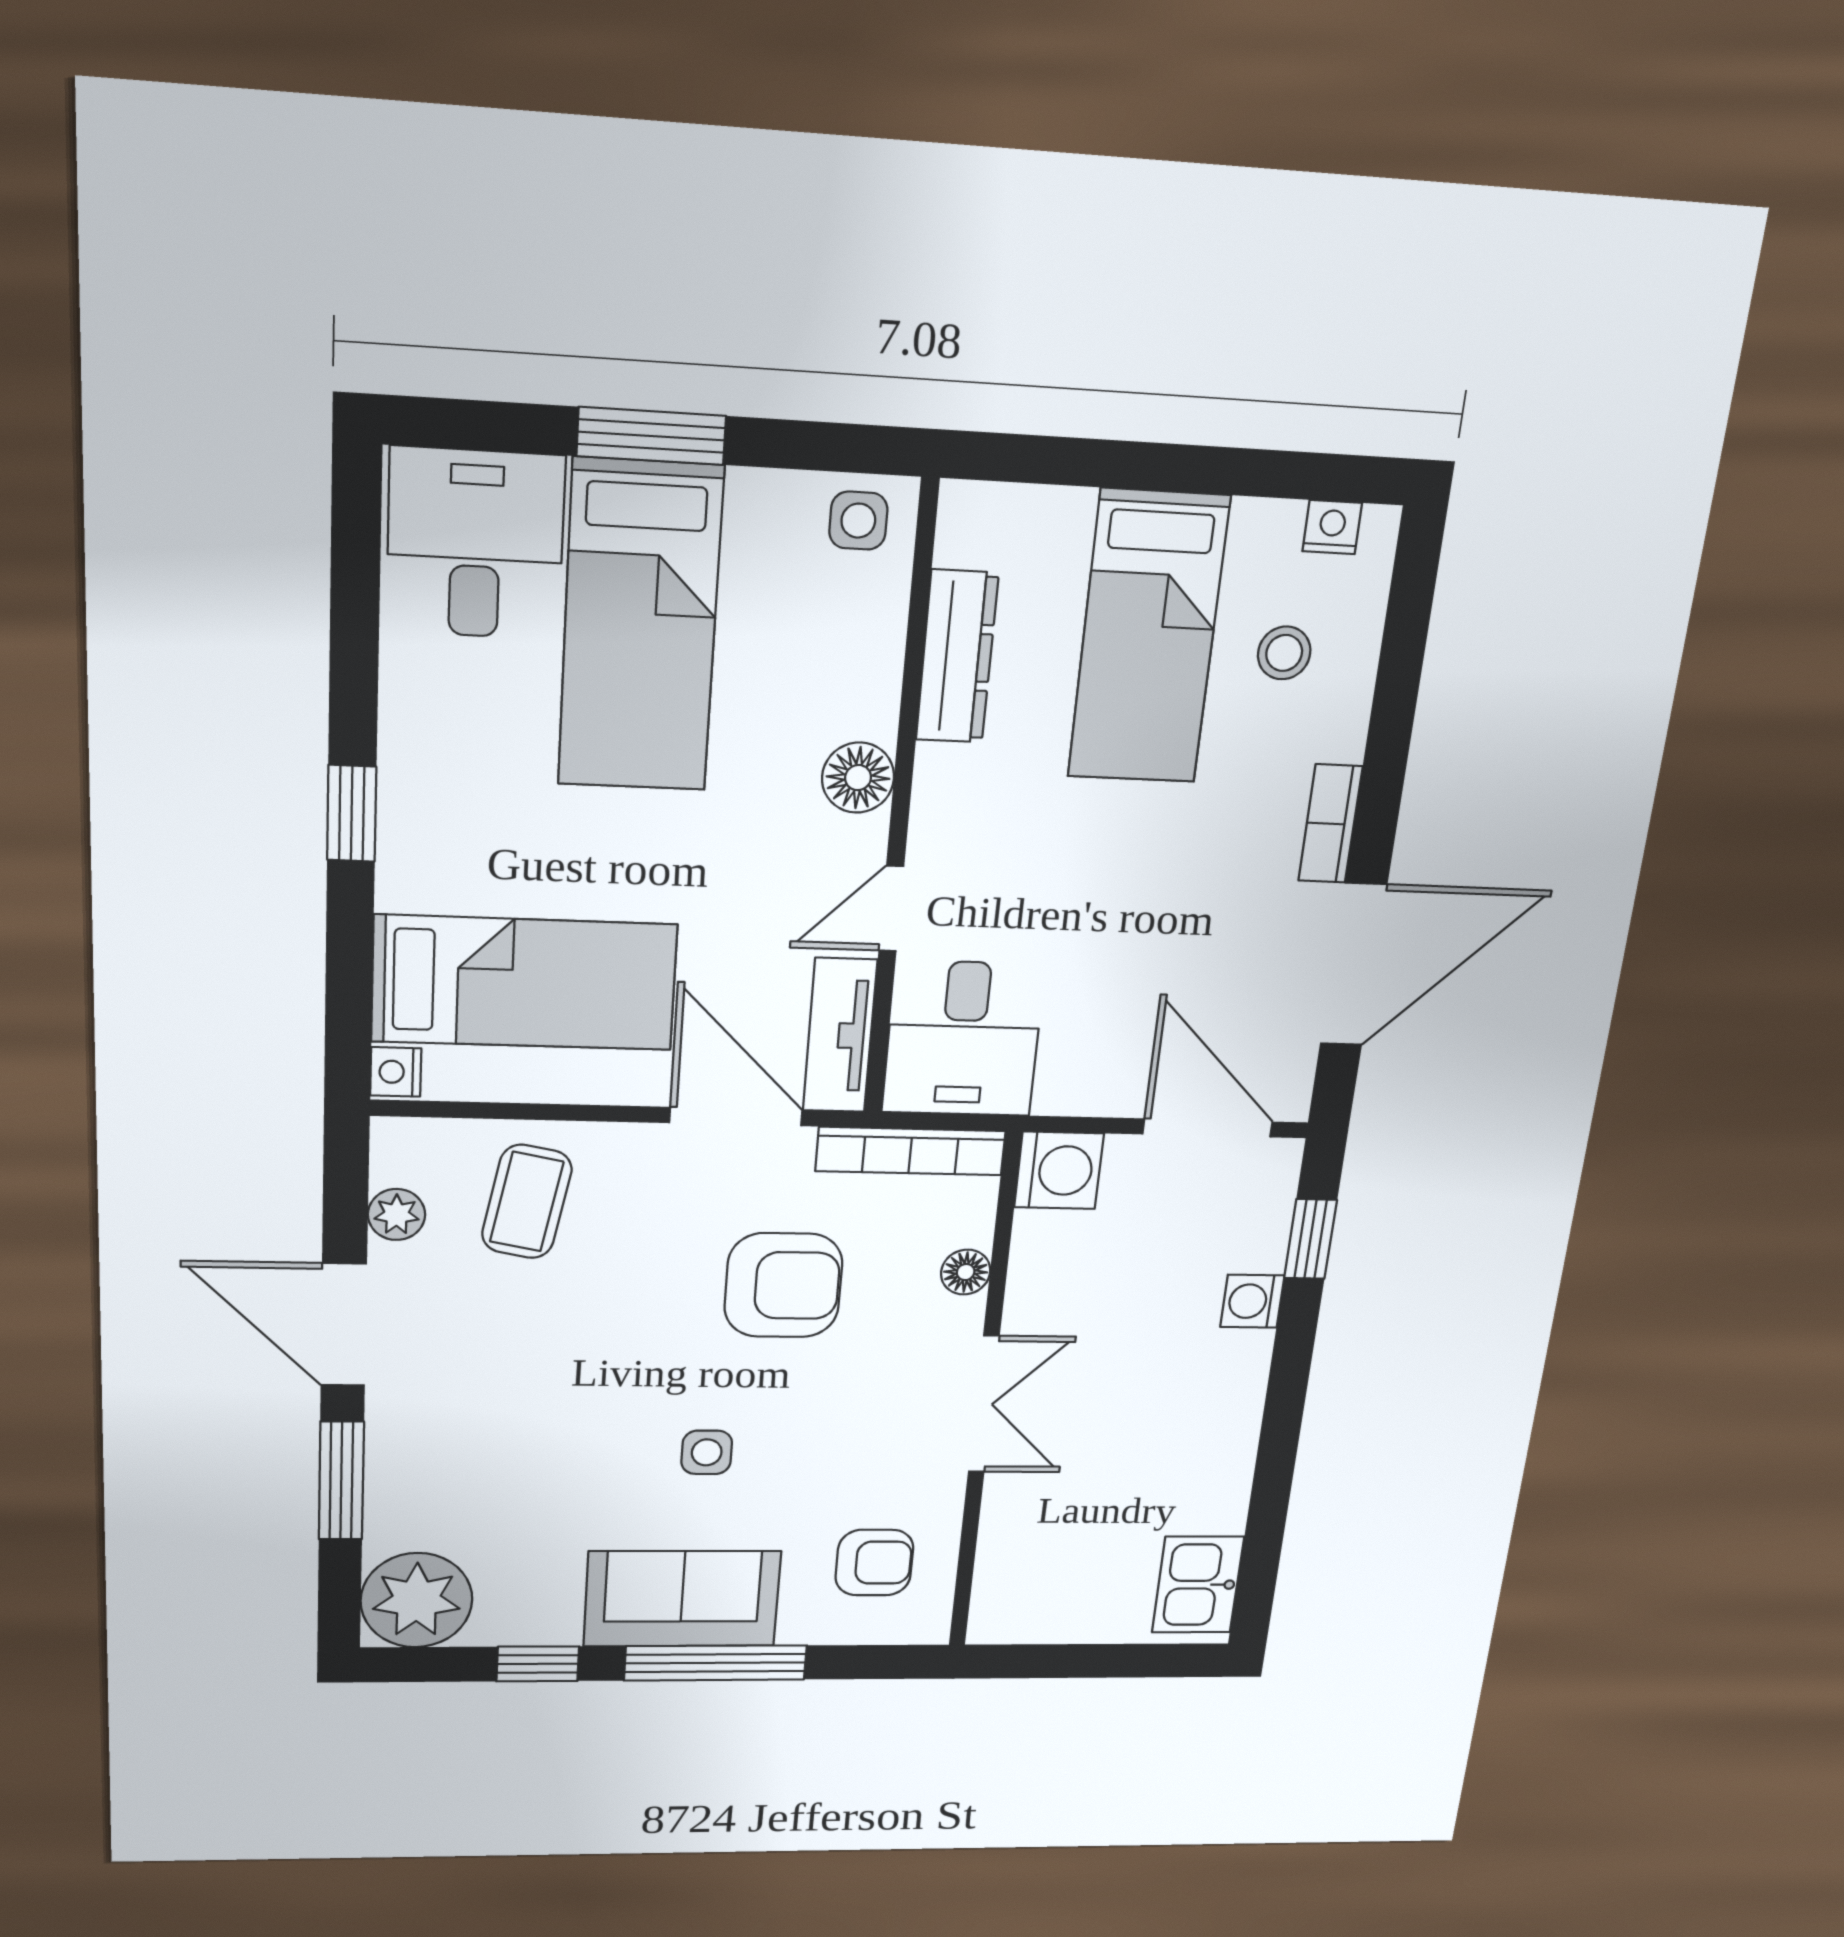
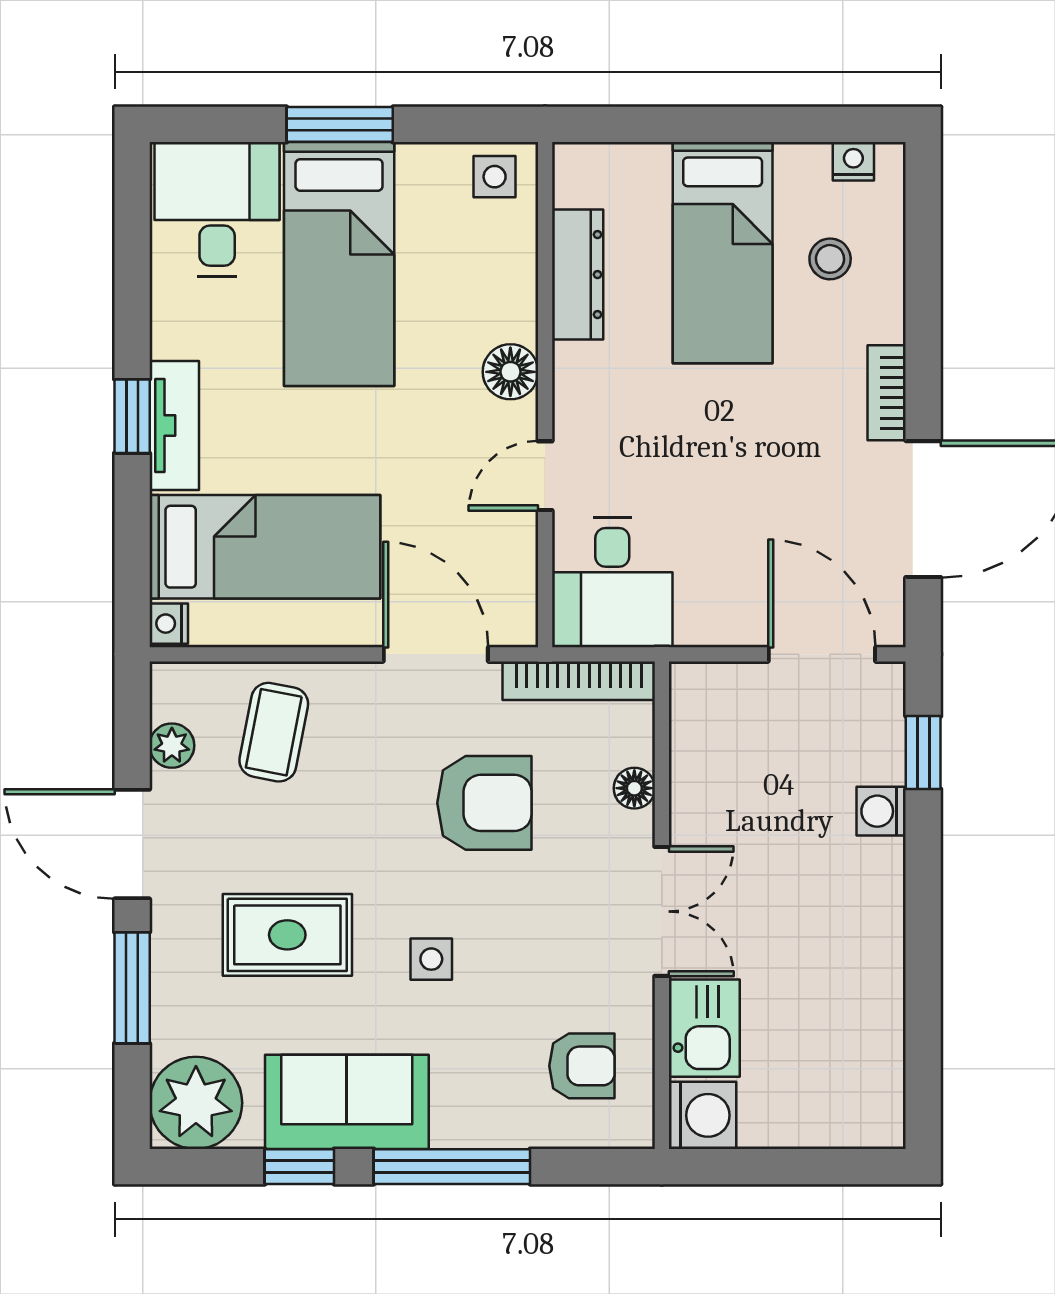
tv unit: (840, 1035) -> (174, 425), moved, turned 180
washing machine: (1059, 1170) -> (703, 1115), moved
rug: (534, 1426) -> (287, 935), added
kitchen sink: (1198, 1585) -> (704, 1028), moved, turned 180
sofa: (682, 1599) -> (347, 1102), moved

